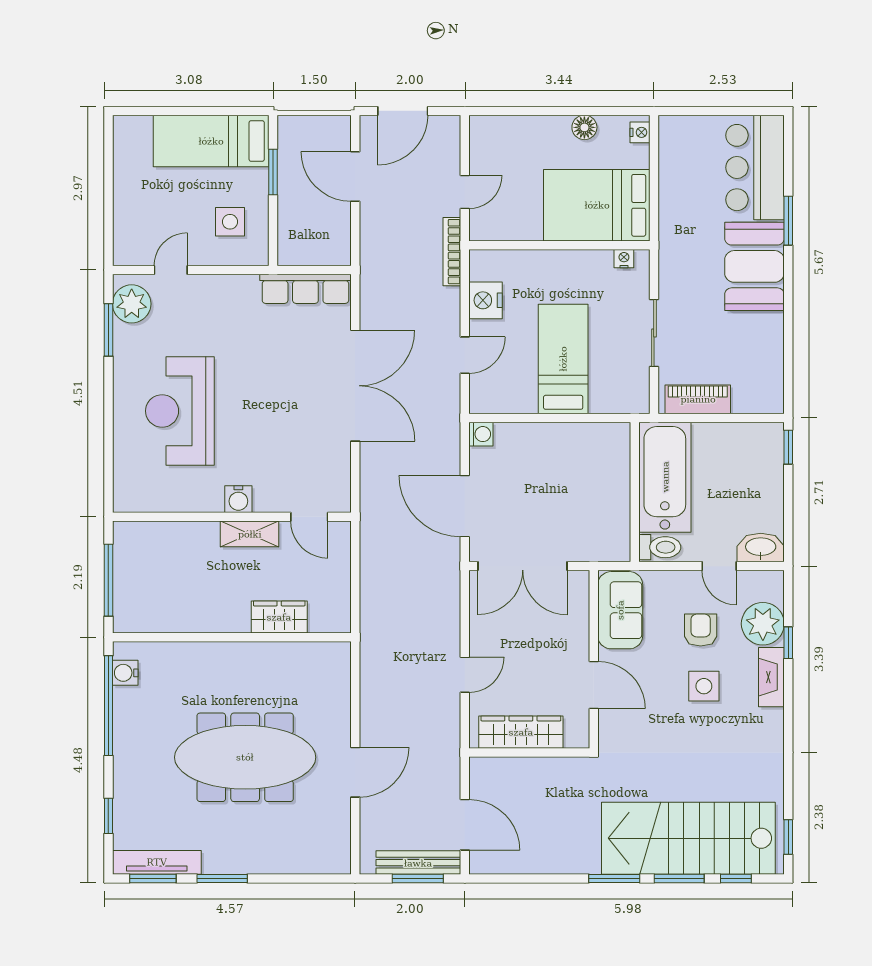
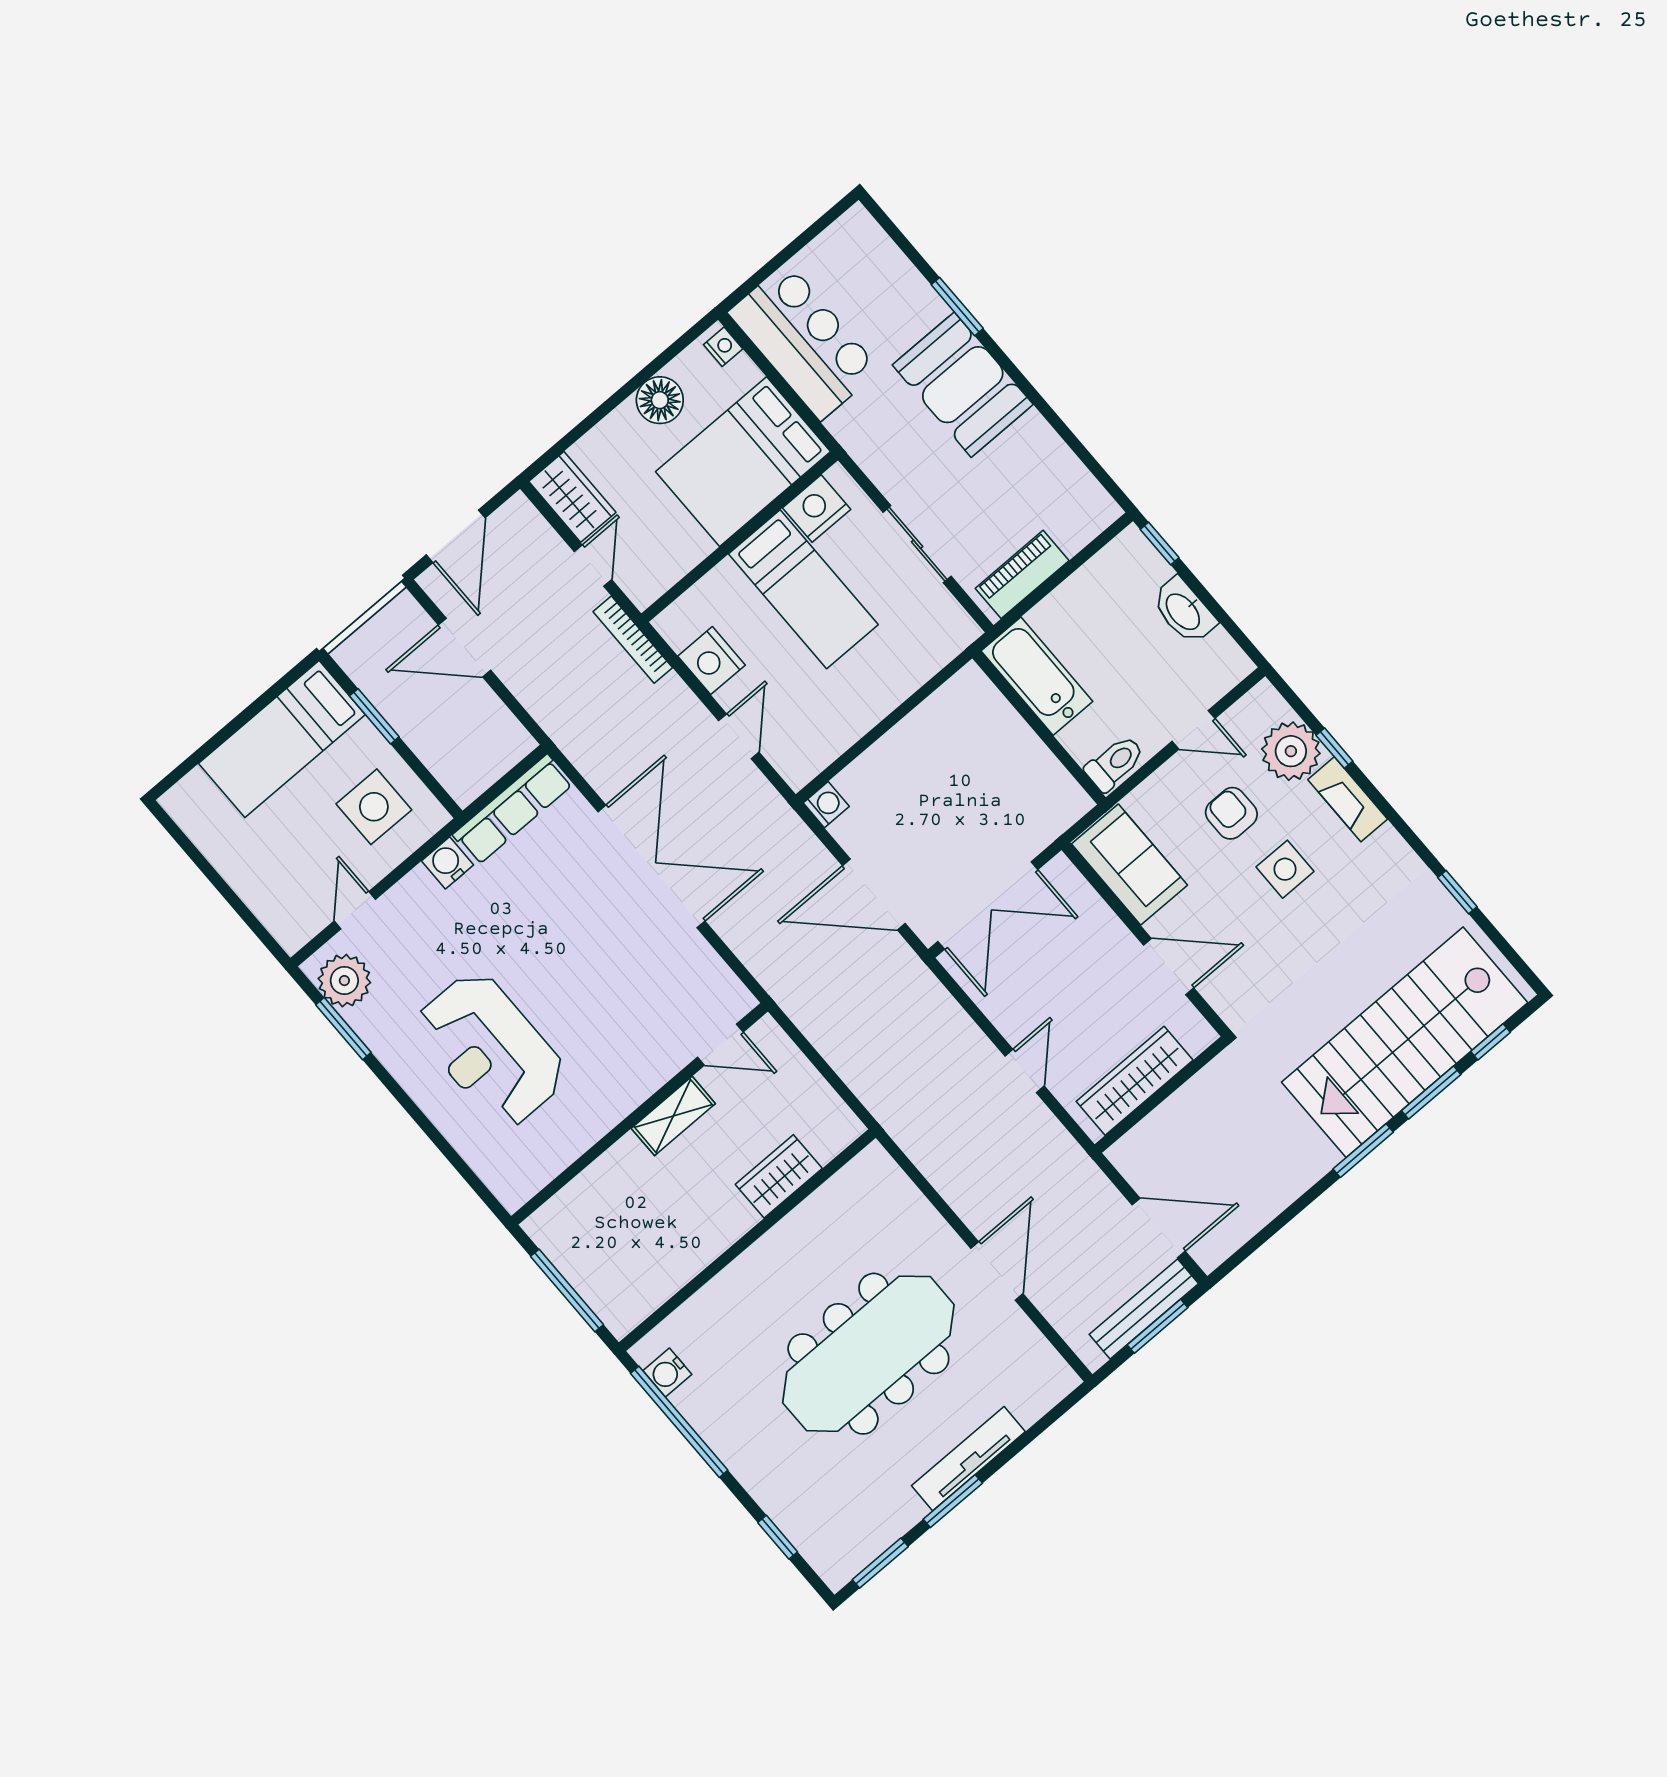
floor lamp: (584, 127) -> (660, 400), width x1.38, depth x1.38
wardrobe: (486, 144) -> (572, 497), added
bar counter: (755, 168) -> (804, 341), moved, turned 180
side table: (230, 222) -> (374, 807), width x1.37, depth x1.37
nightstand: (624, 259) -> (817, 509), width x1.89, depth x1.79
bed: (563, 359) -> (803, 589), moved, turned 180
bathtub: (665, 477) -> (1037, 676), width x0.73, depth x0.73
water cooler: (238, 499) -> (448, 863), moved, turned 180
washbasin: (761, 548) -> (1184, 611), moved, turned -90
window: (788, 837) -> (1457, 892), moved
tv unit: (157, 862) -> (968, 1459), moved

